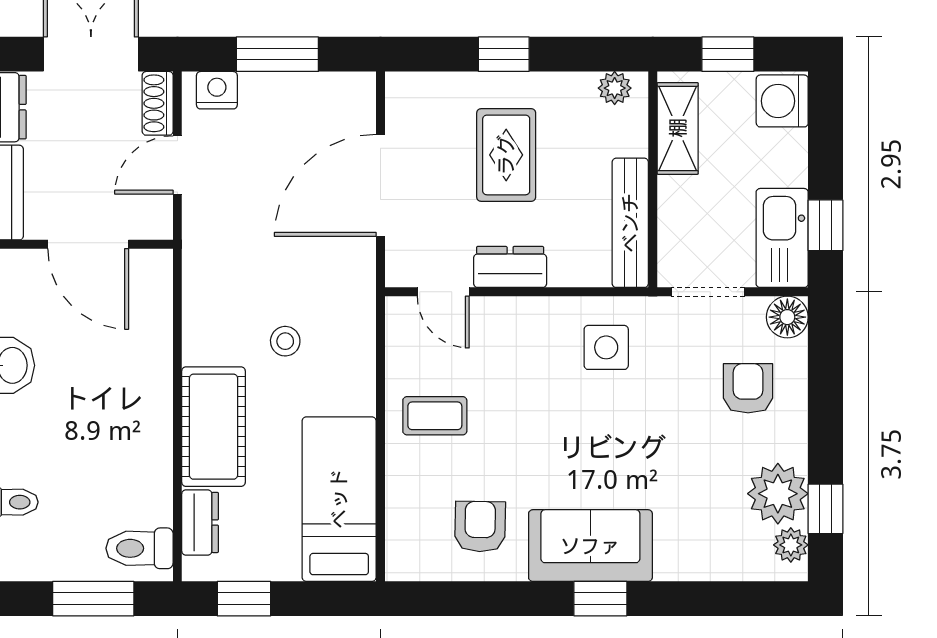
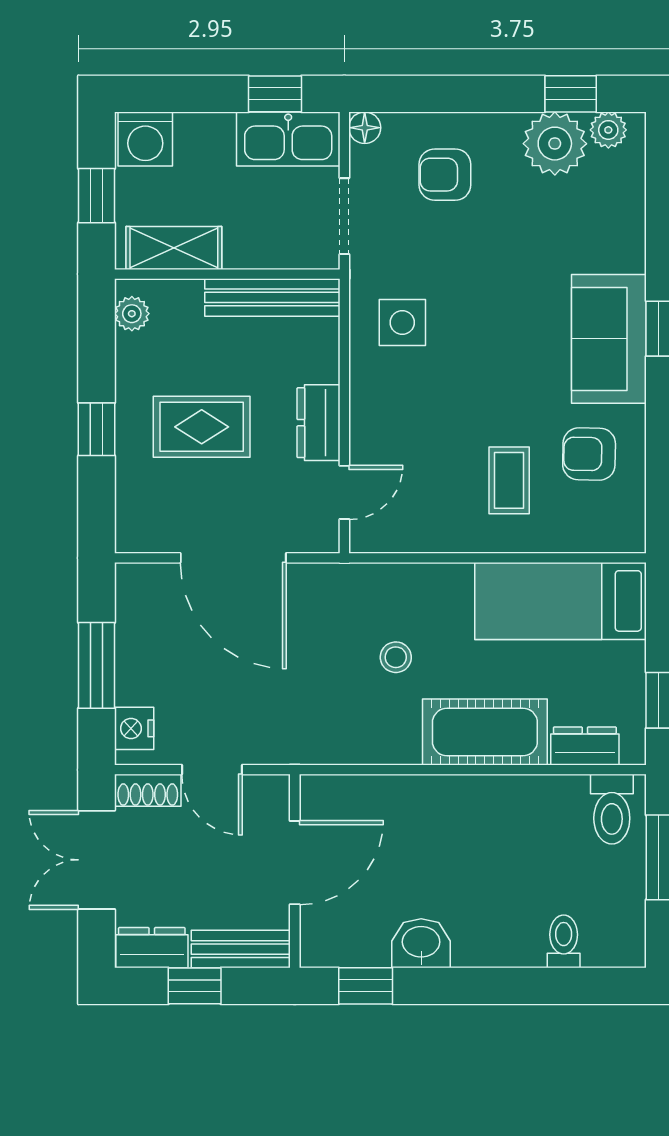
floor lamp: (787, 317) -> (365, 128), width x0.73, depth x0.73
coffee table: (435, 416) -> (509, 480), moved

